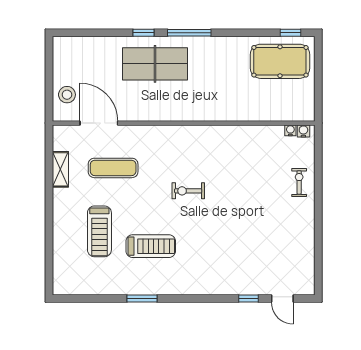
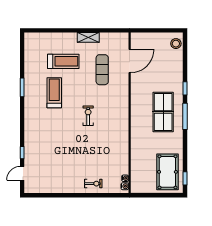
table tennis table: (155, 64) -> (163, 112), moved
stool: (67, 95) -> (176, 44), moved
shelving: (60, 169) -> (88, 37), moved
treadmill: (99, 231) -> (63, 61), turned 180
treadmill: (151, 246) -> (54, 93), turned 180

